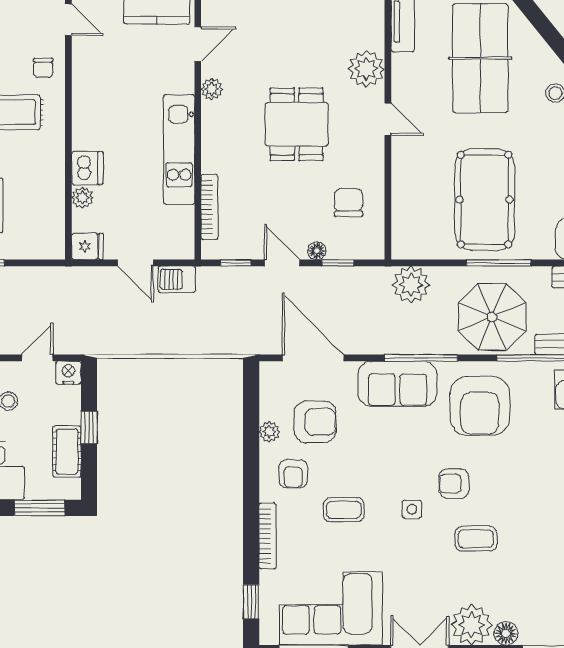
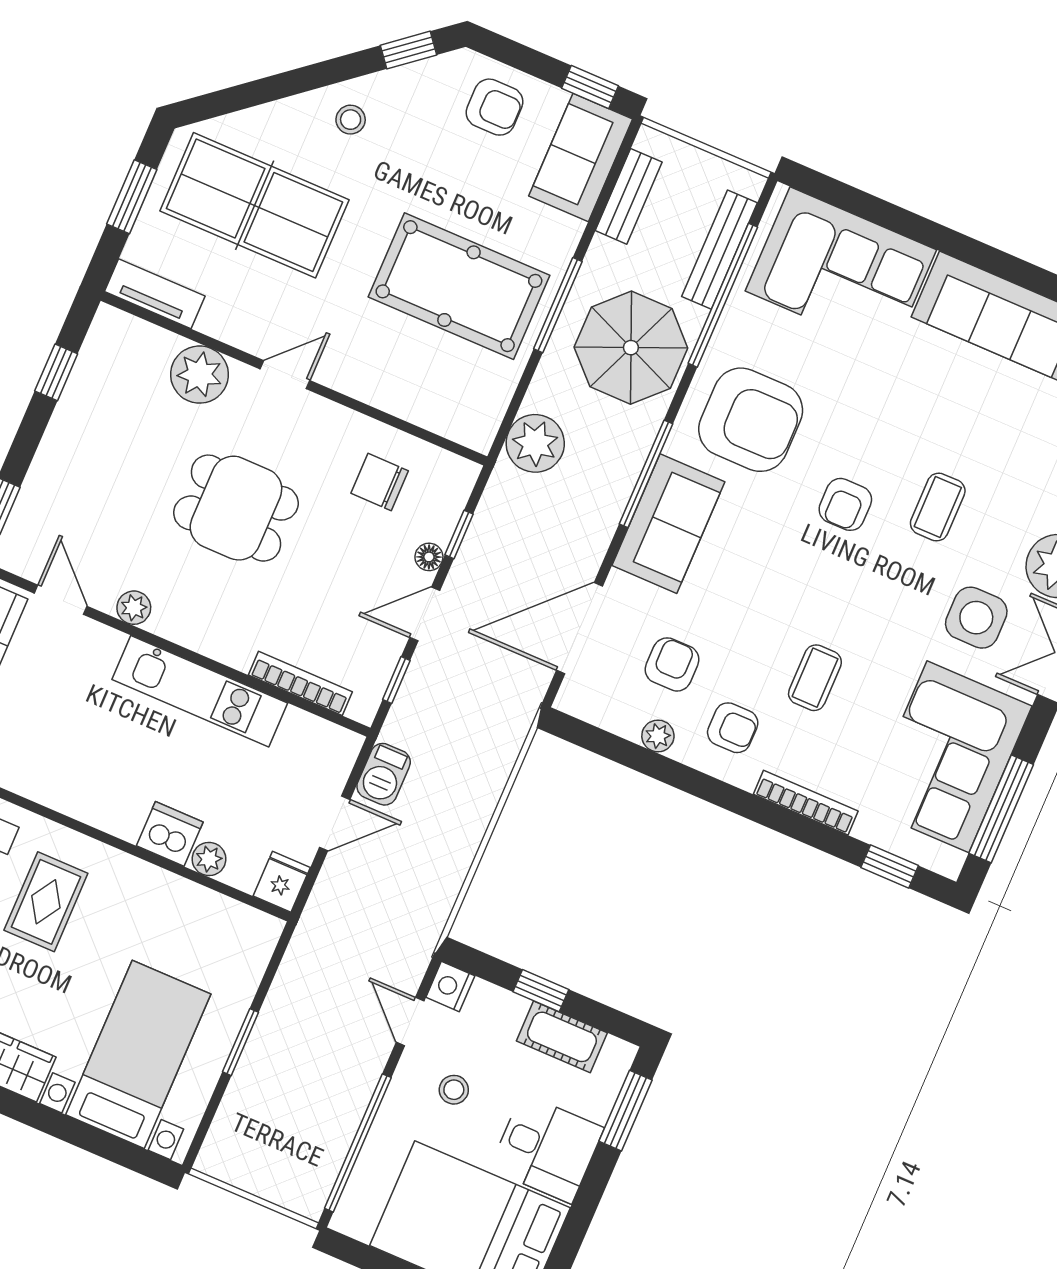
armchair: (315, 422) -> (672, 664), width x0.72, depth x0.72
side table: (412, 509) -> (976, 618), moved, width x1.87, depth x1.87

